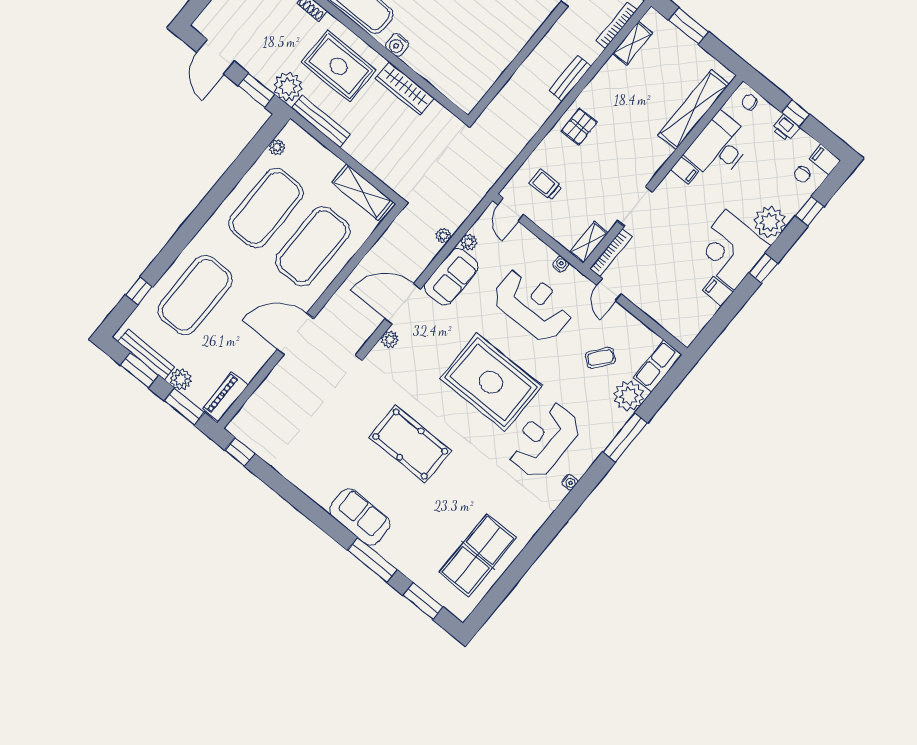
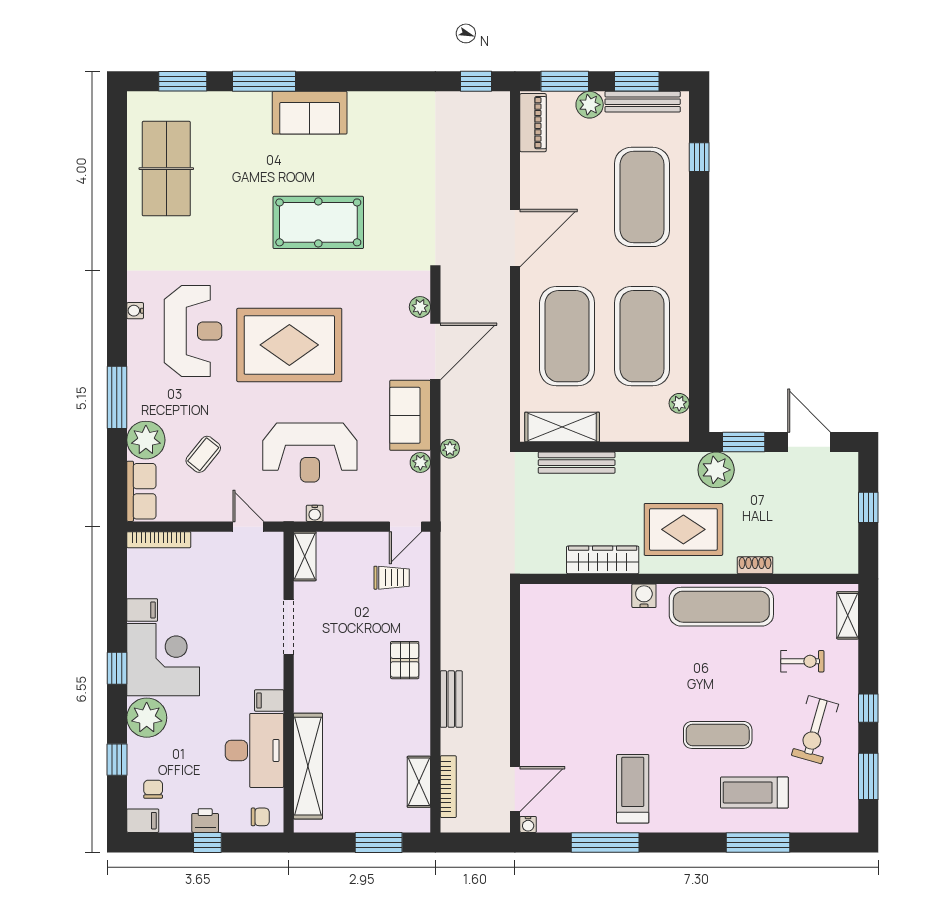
bench: (321, 121) -> (577, 463), moved
door: (511, 210) -> (405, 527), swing flipped
bookcase: (611, 253) -> (159, 540), moved, turned -90

